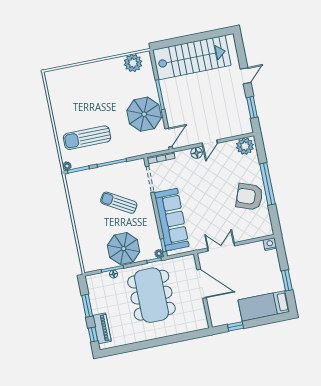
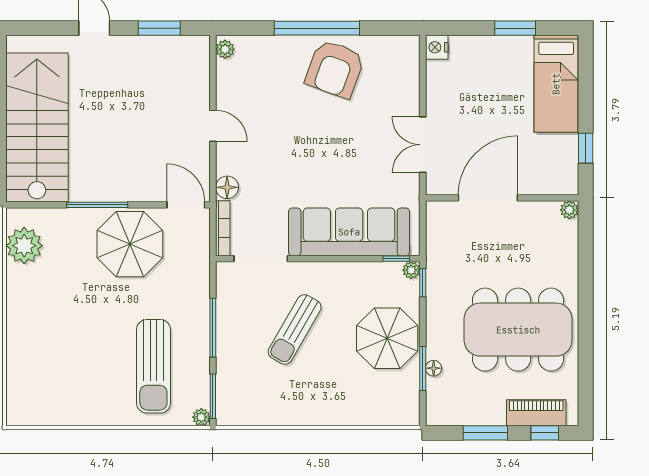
plant: (245, 146) -> (225, 49), width x0.53, depth x0.53
floor lamp: (197, 153) -> (227, 187), moved
dining table: (151, 295) -> (518, 330), moved
plant: (204, 325) -> (569, 210), added

